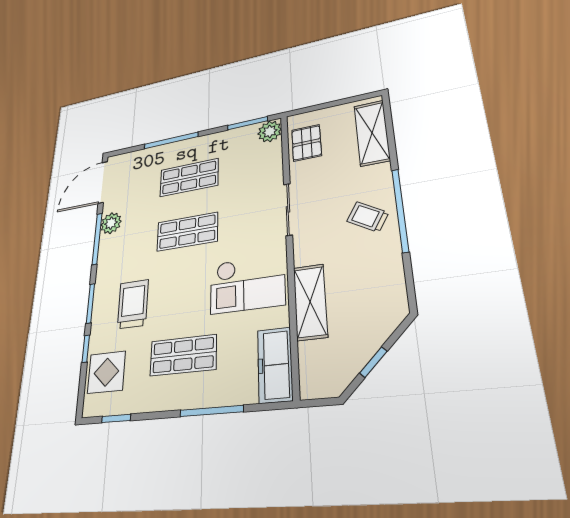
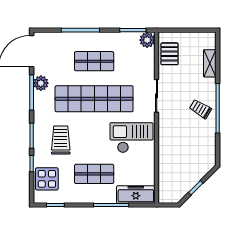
shelving: (372, 133) -> (210, 63), width x0.67, depth x0.75
shop shelf: (187, 232) -> (94, 99), width x2.00, depth x1.36
checkout: (247, 284) -> (132, 138), turned 180
shelving: (310, 302) -> (166, 153), removed
freezer: (275, 365) -> (136, 194), moved, turned 90

